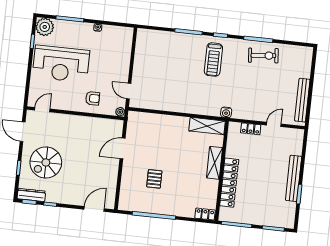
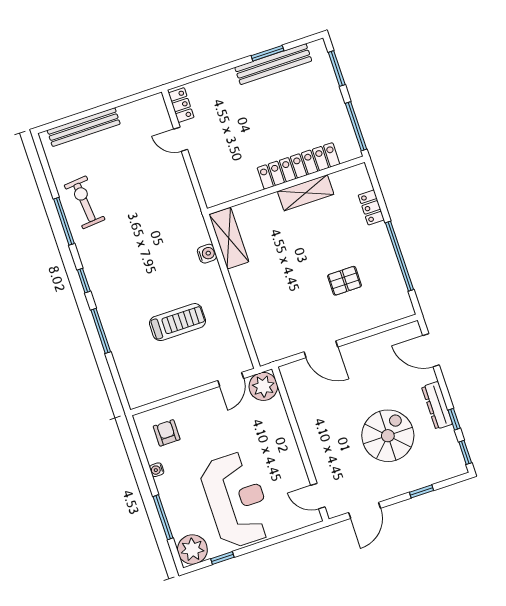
treadmill: (213, 60) -> (177, 322), moved
armchair: (93, 98) -> (167, 433), moved
bench: (302, 100) -> (84, 127), moved
plant: (120, 112) -> (263, 386), width x1.88, depth x1.88
water cooler: (226, 112) -> (207, 254), moved
locker: (251, 129) -> (181, 105), moved
spiral stairs: (46, 162) -> (388, 436), moved, turned -90
shelving: (214, 163) -> (306, 193), moved
bench: (294, 178) -> (273, 64), moved
dresser: (31, 195) -> (437, 405), moved
locker: (205, 214) -> (371, 207), moved

